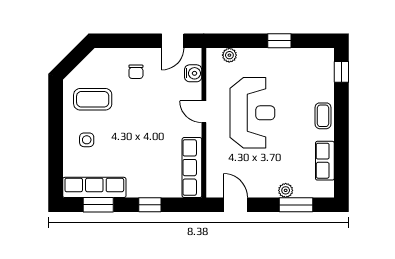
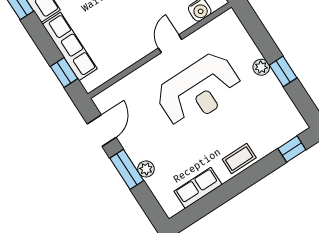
plant: (229, 55) -> (261, 67), moved
row of seats: (192, 168) -> (70, 47), moved, turned 90
window: (150, 205) -> (64, 73), moved
window: (296, 205) -> (127, 169), moved

